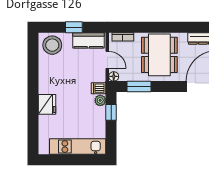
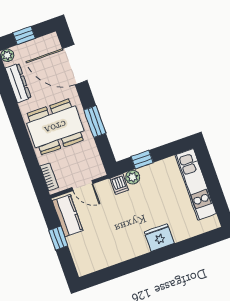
stool: (52, 45) -> (88, 256), removed
door: (107, 60) -> (83, 186), swing flipped
floor lamp: (114, 76) -> (99, 171), removed
window: (139, 87) -> (95, 122), moved

